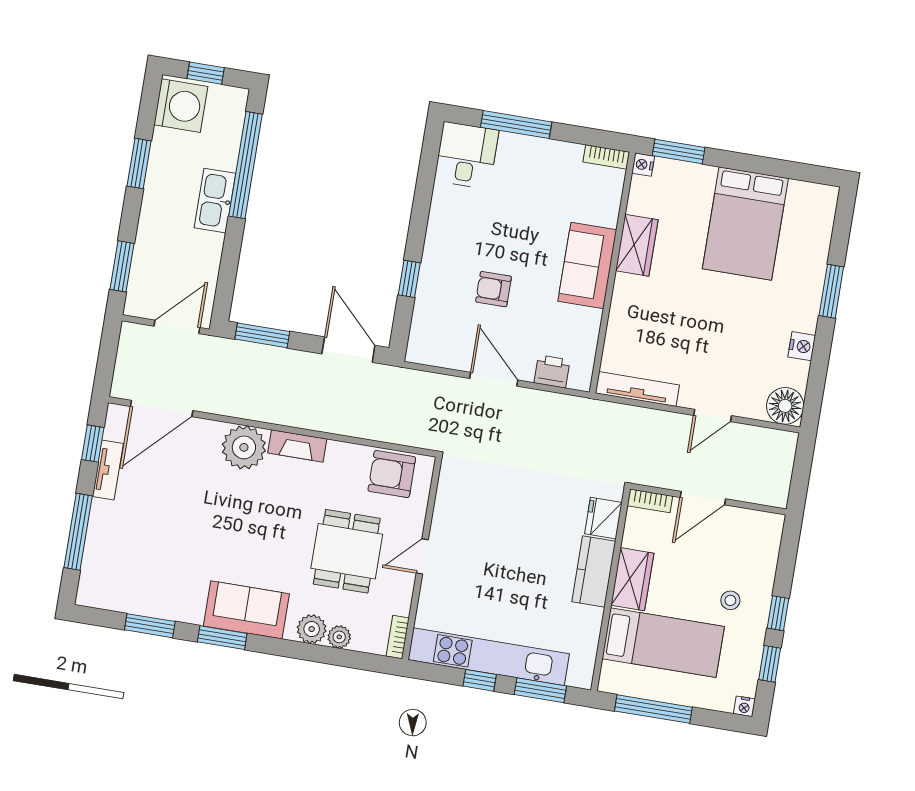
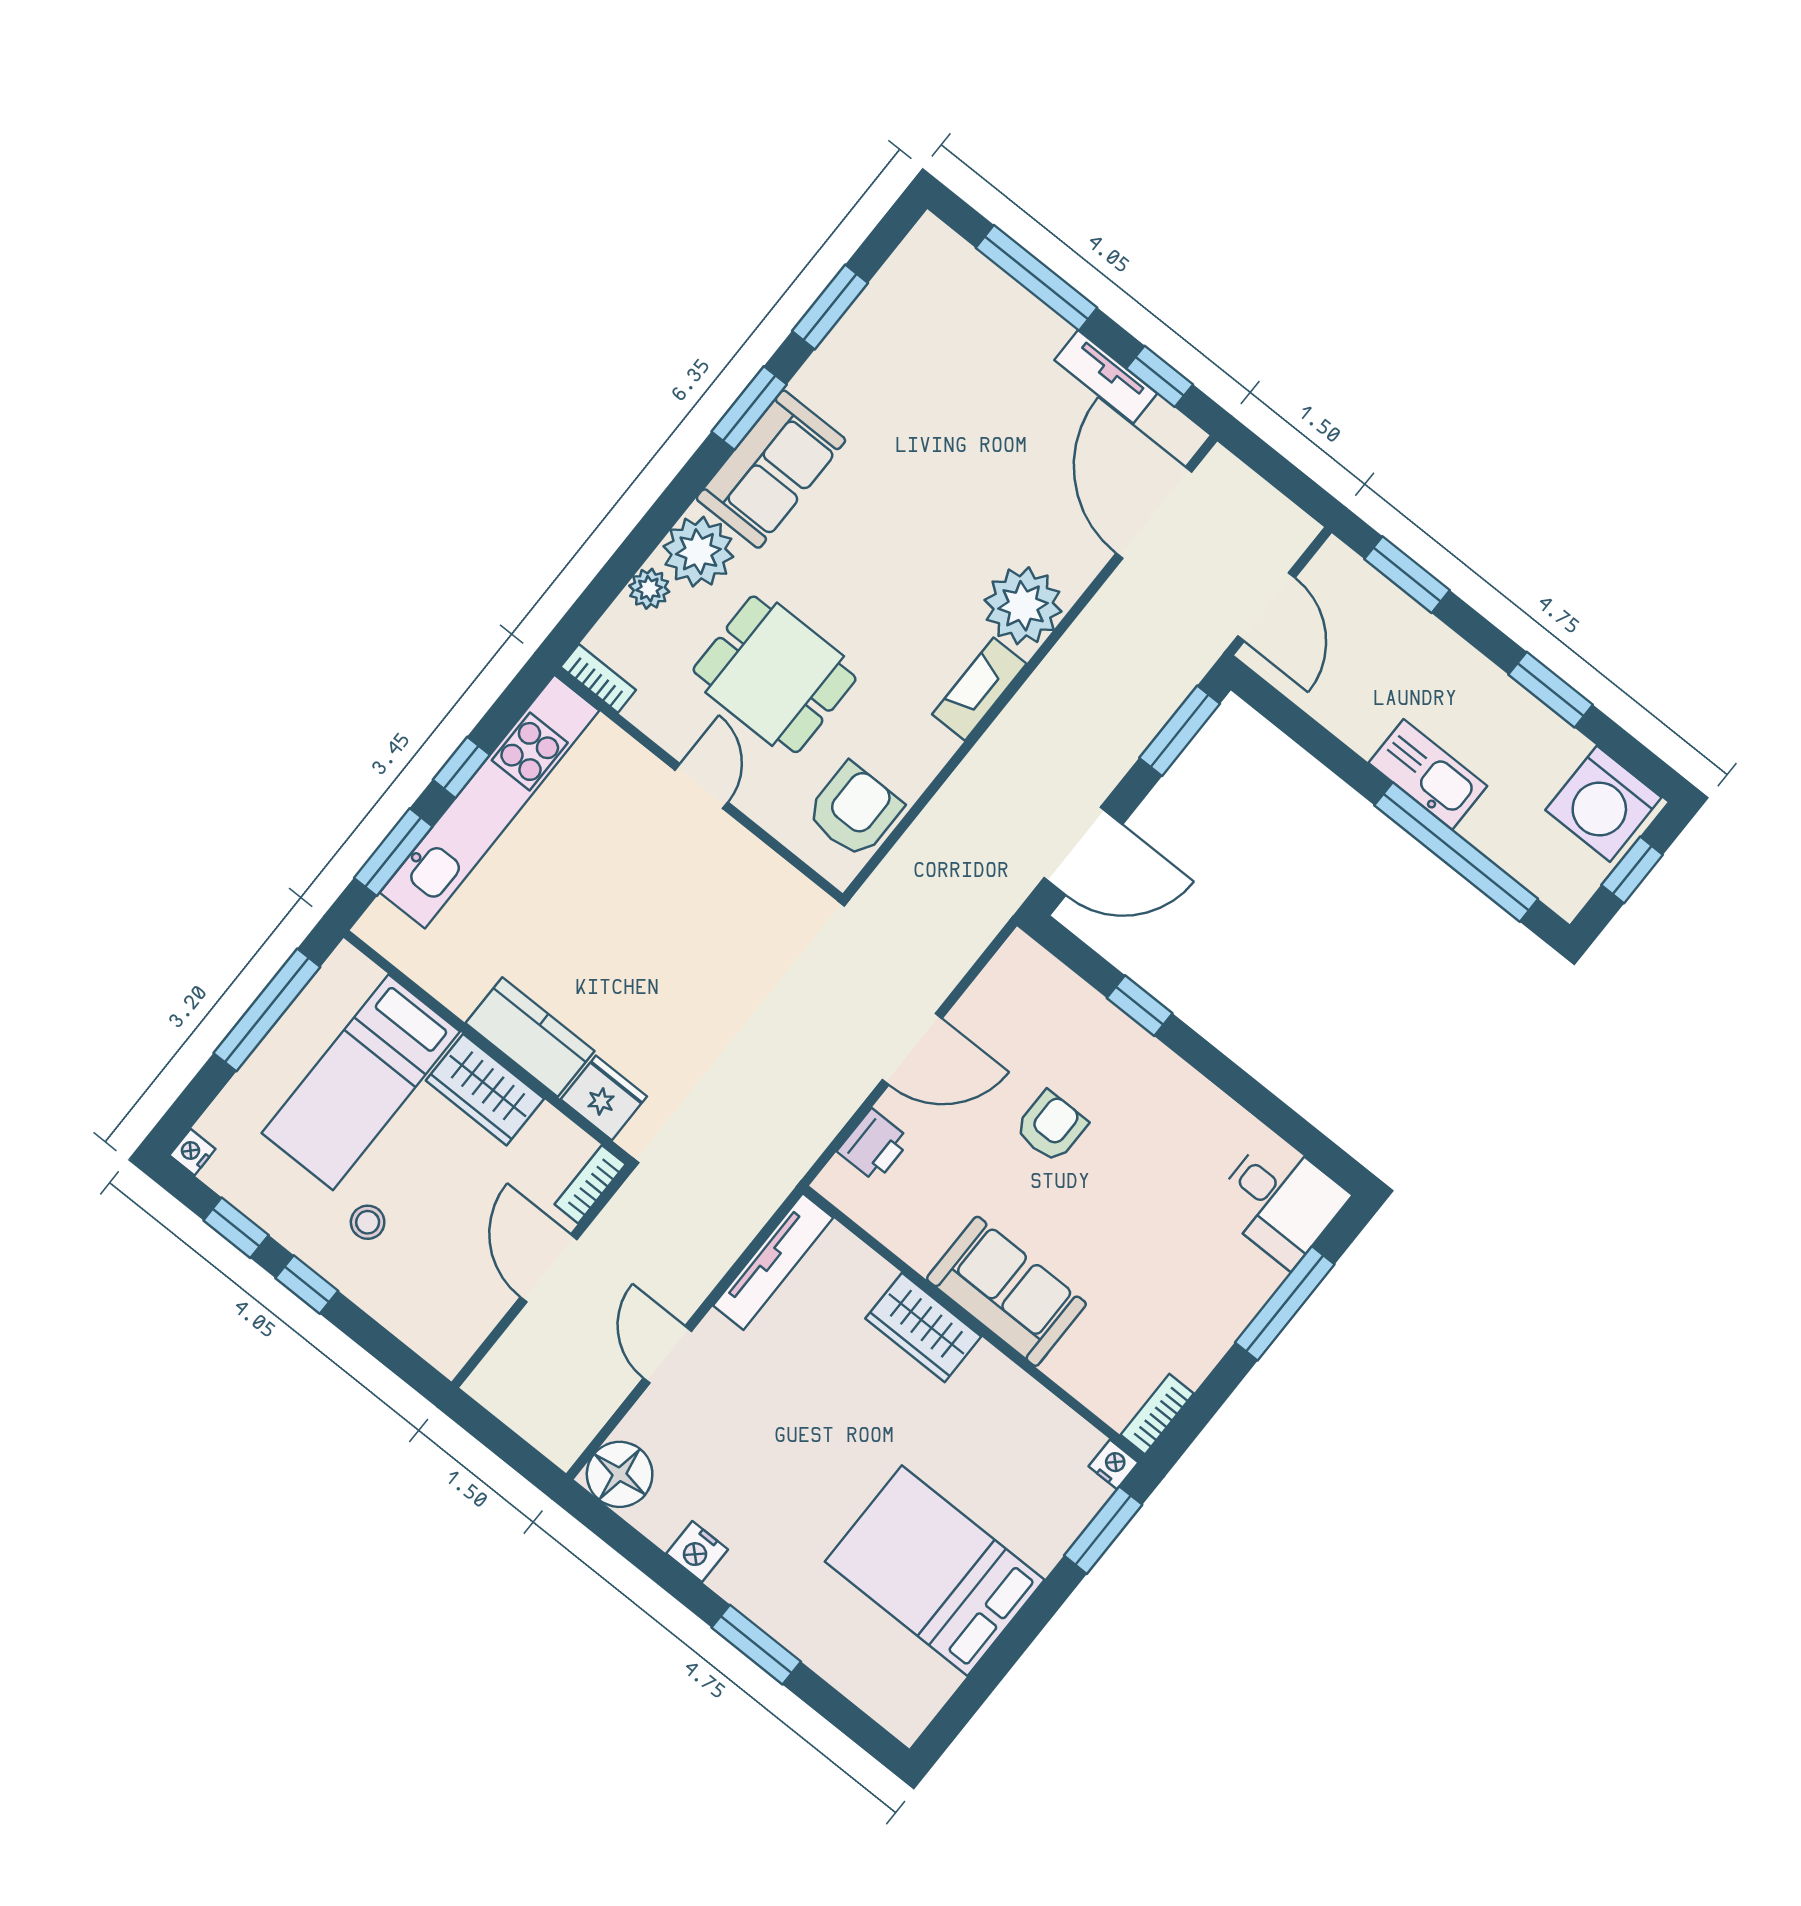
wardrobe: (637, 245) -> (923, 1328), moved
plant: (312, 629) -> (698, 552), width x1.36, depth x1.36

